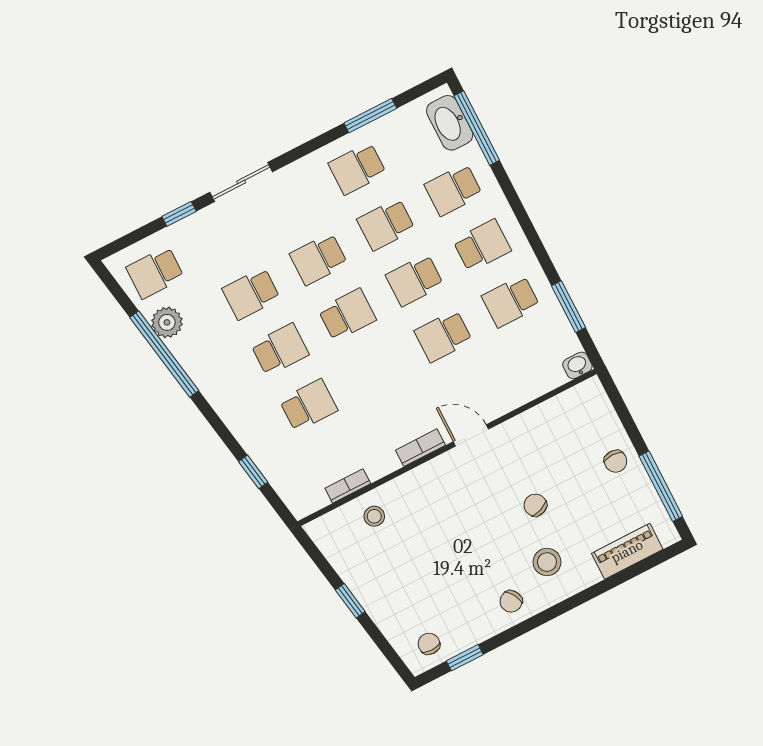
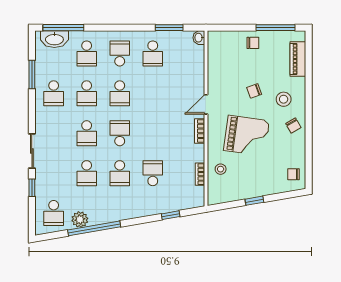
school desk: (443, 336) -> (153, 93), removed
school desk: (280, 349) -> (120, 173), turned 180
grand piano: (453, 531) -> (247, 136), added
window: (465, 658) -> (309, 161), removed

